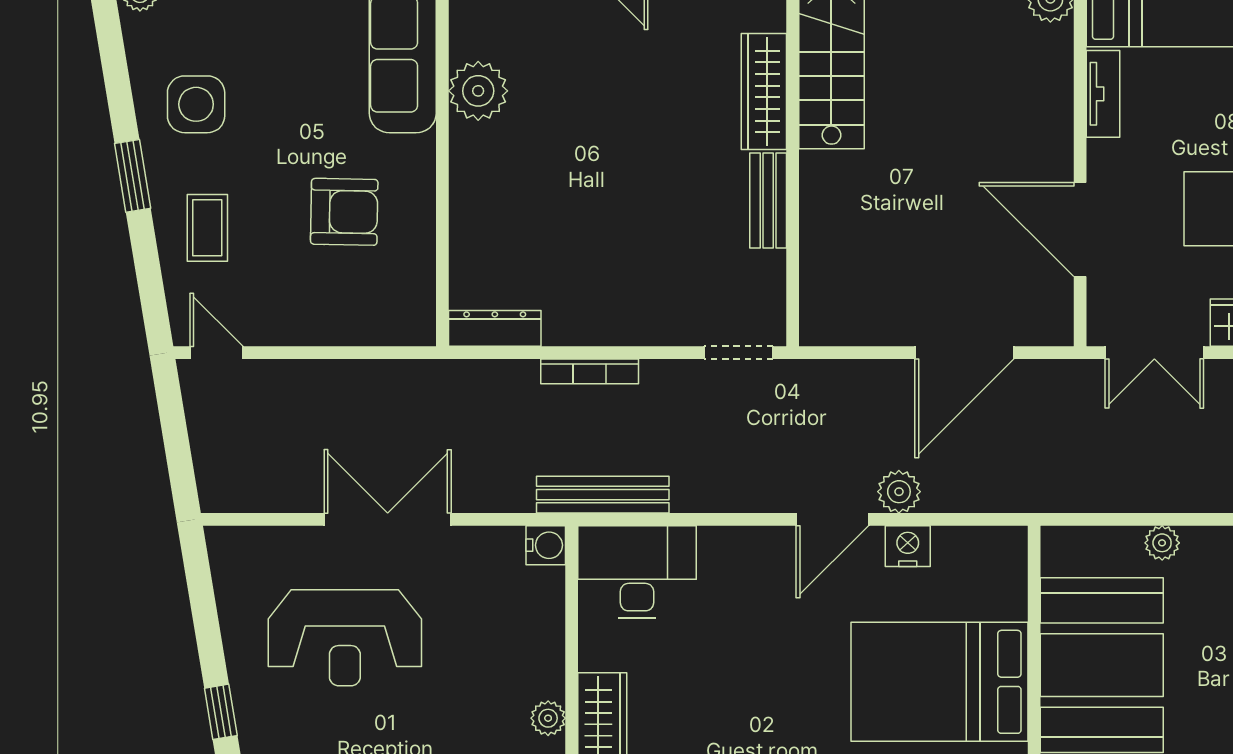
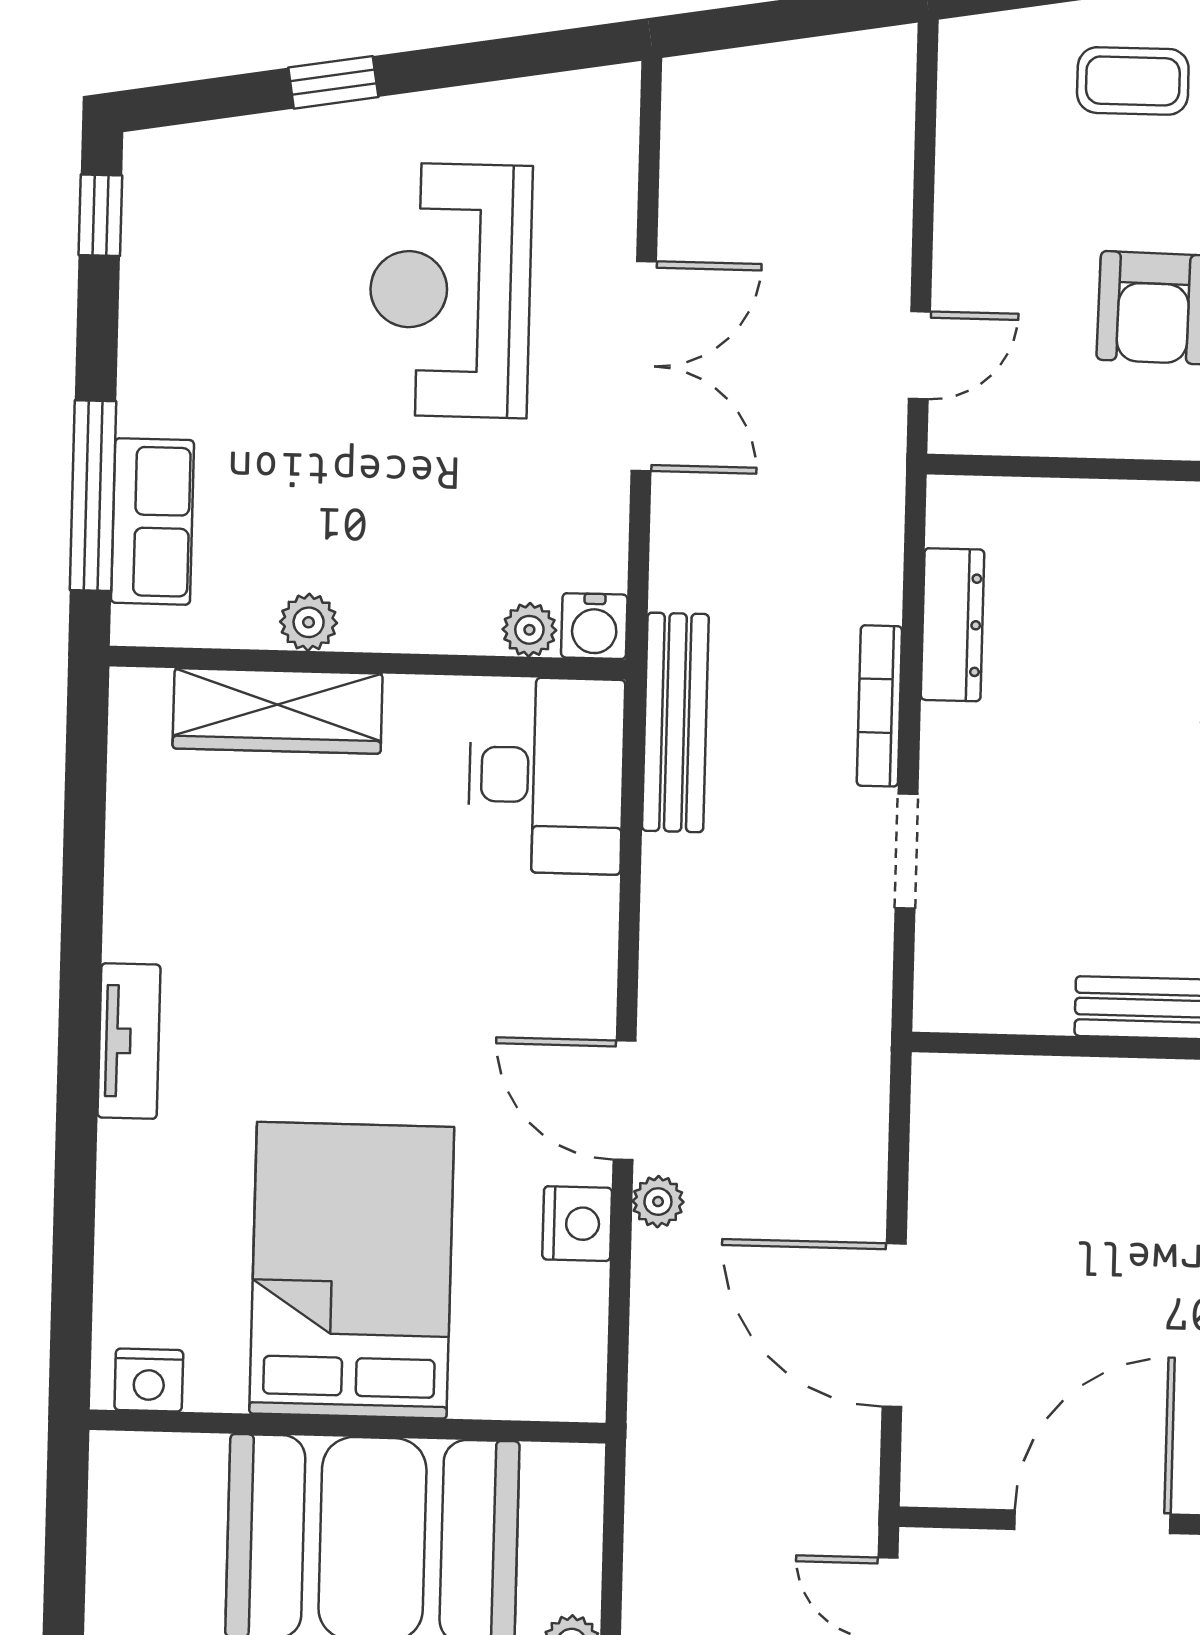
dresser: (495, 328) -> (952, 625), moved
door: (216, 353) -> (919, 355), moved
doorway: (739, 353) -> (906, 851), moved
plant: (899, 492) -> (658, 1202), width x0.73, depth x0.73
plant: (549, 584) -> (529, 630), added

